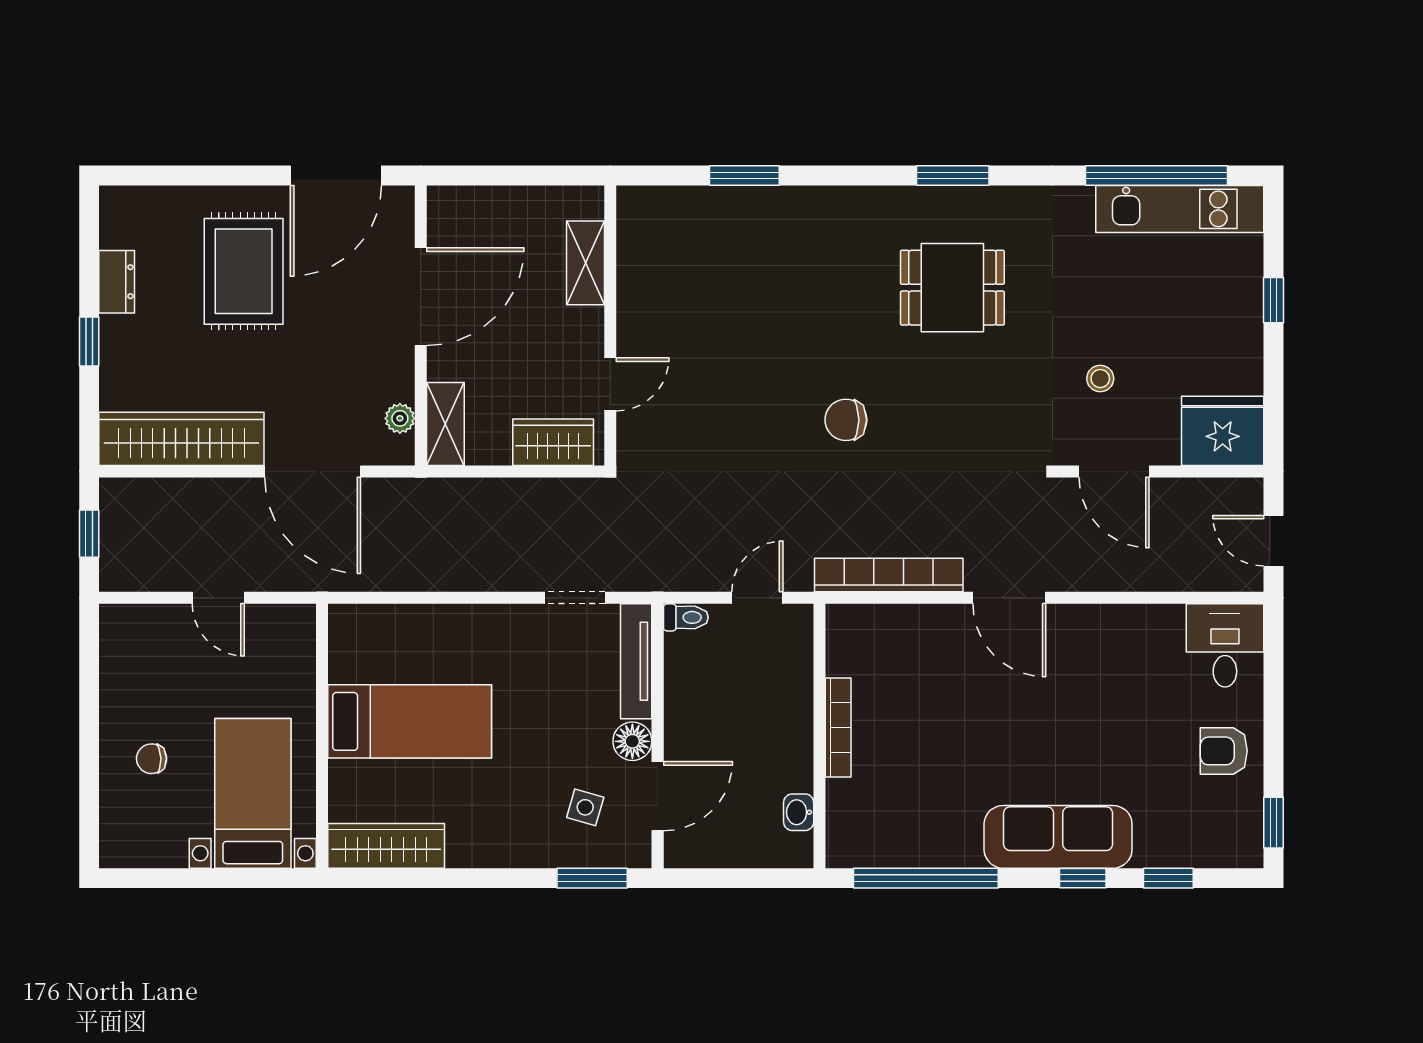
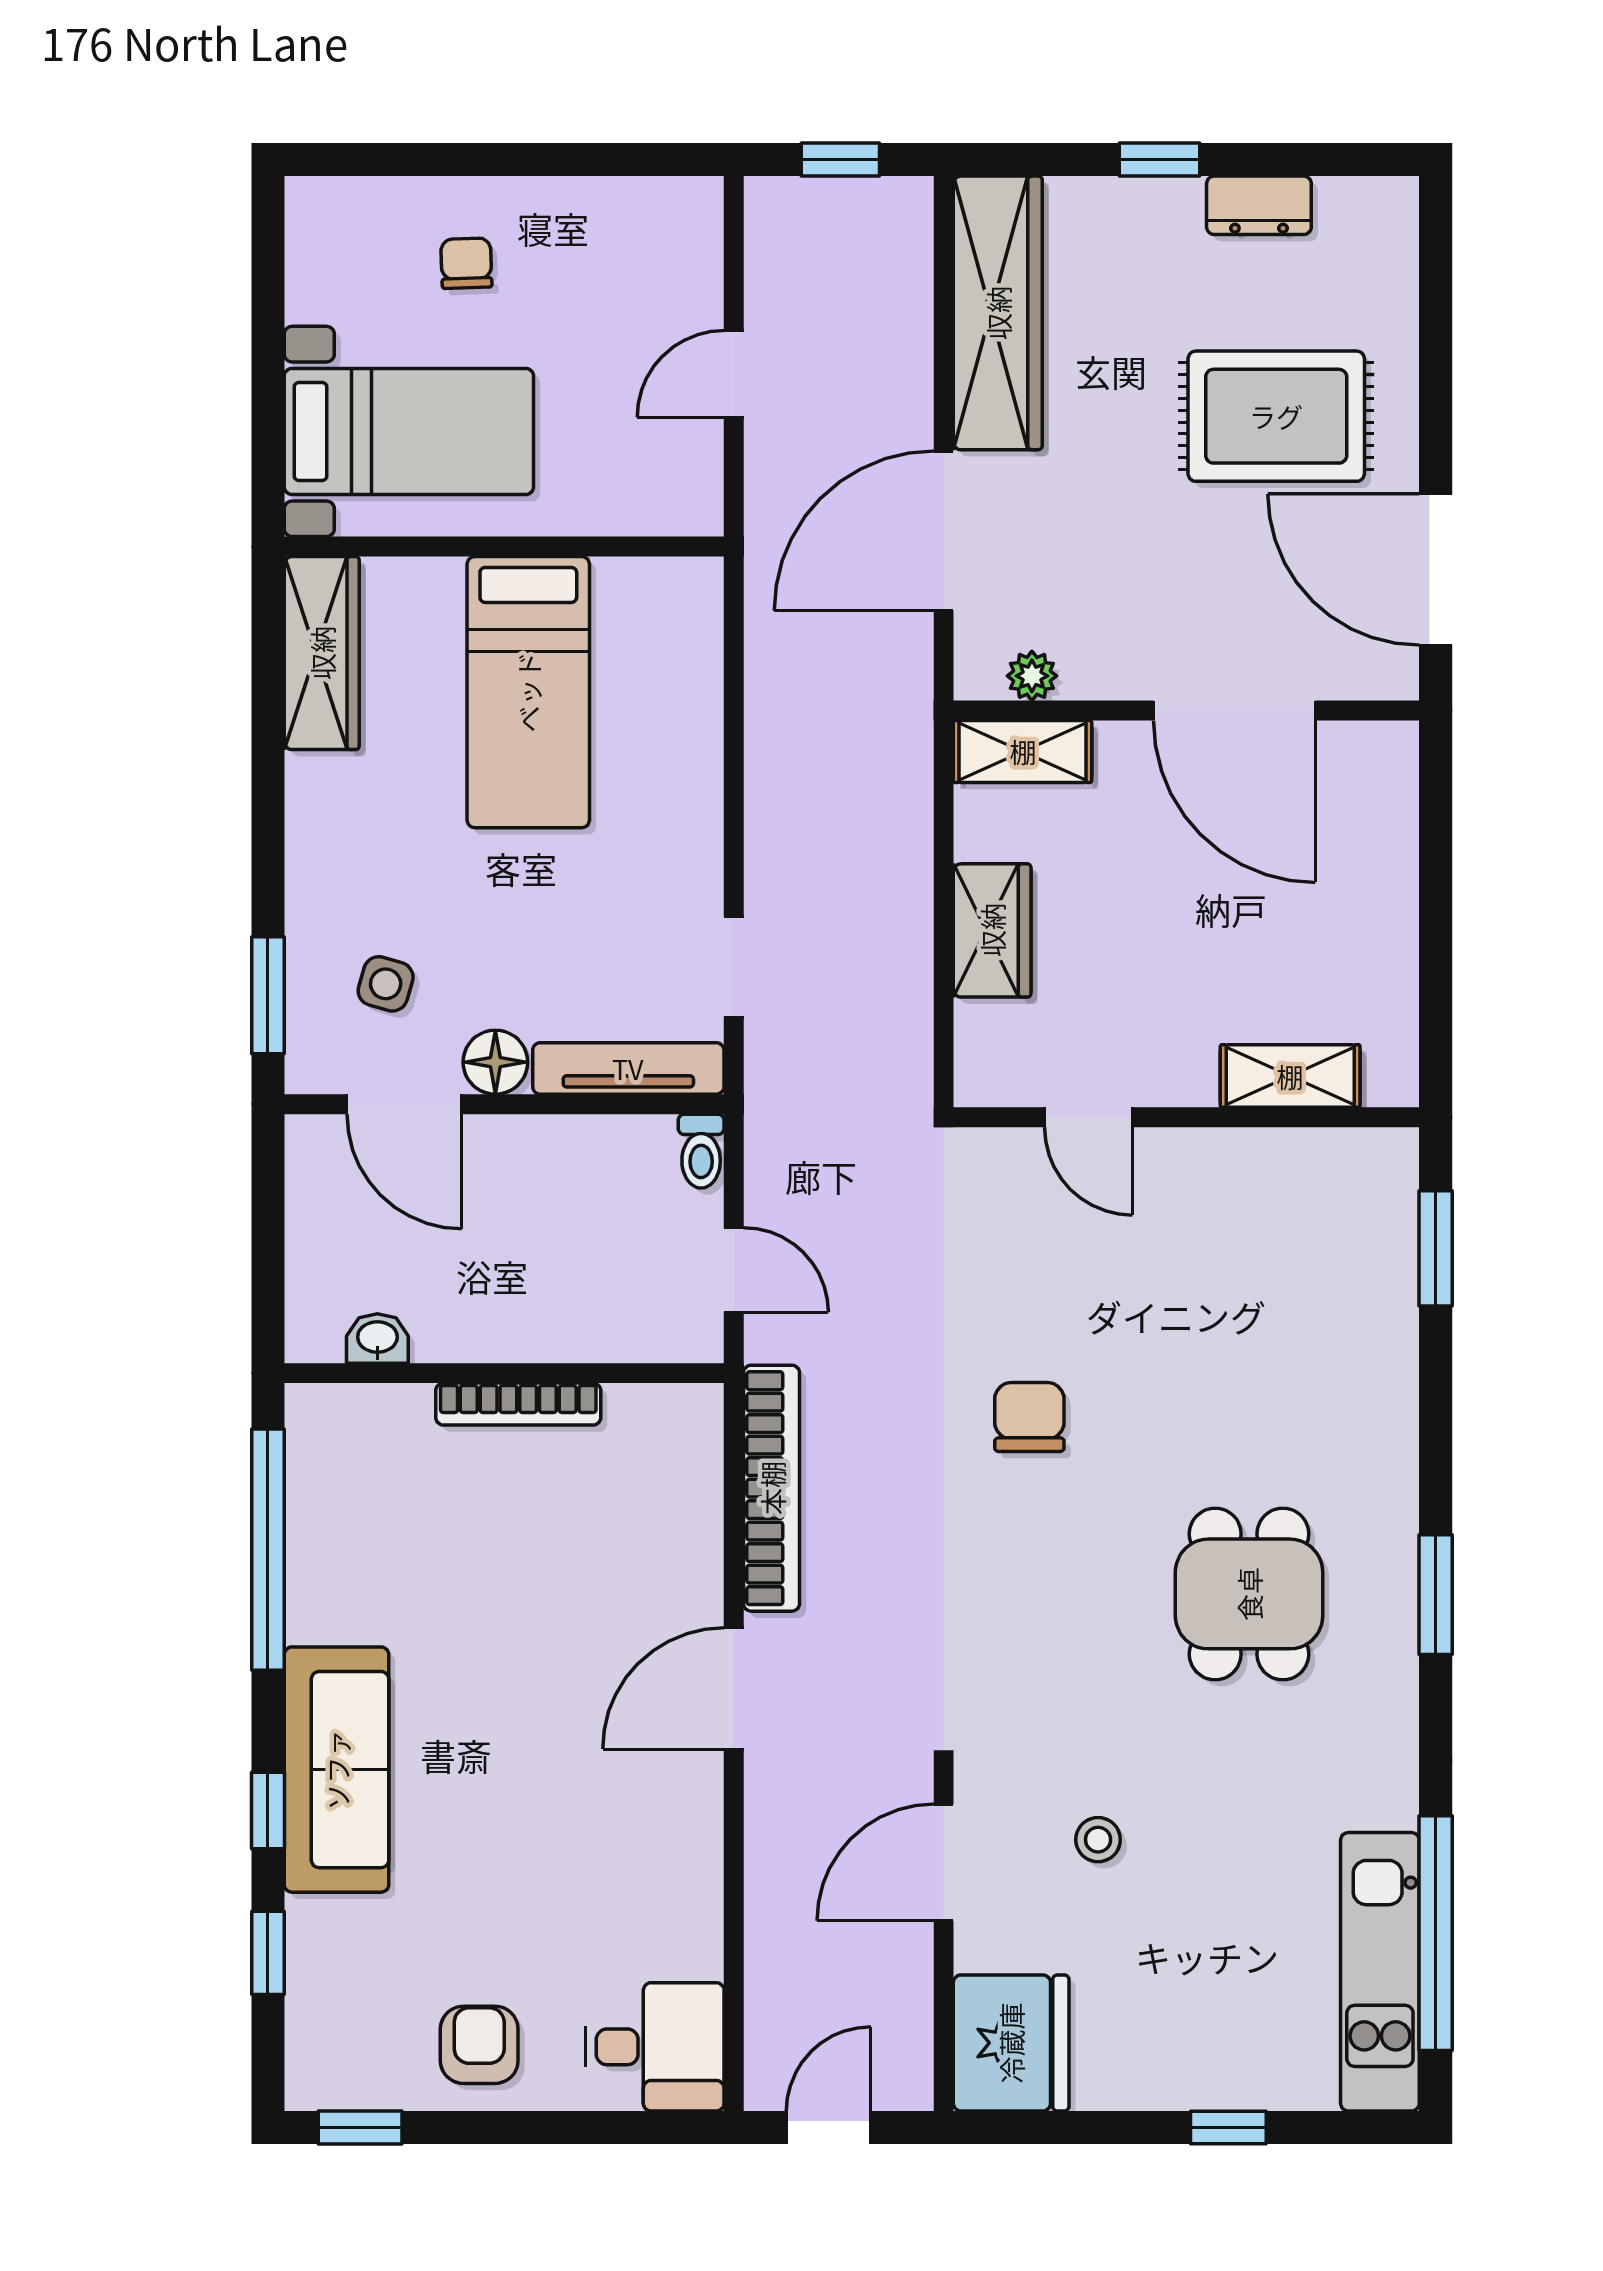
shelving: (585, 263) -> (1290, 1076), moved
wall: (610, 325) -> (1186, 1117), moved
door: (610, 384) -> (1088, 1117), moved

